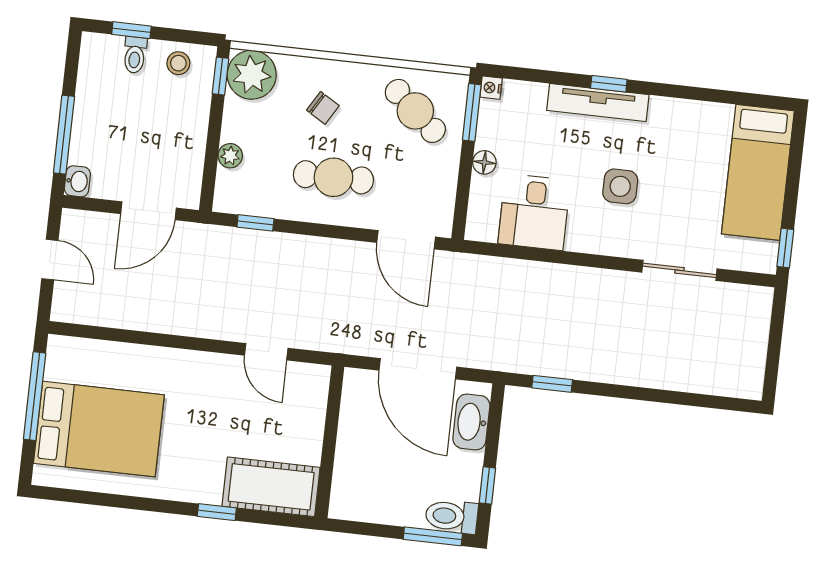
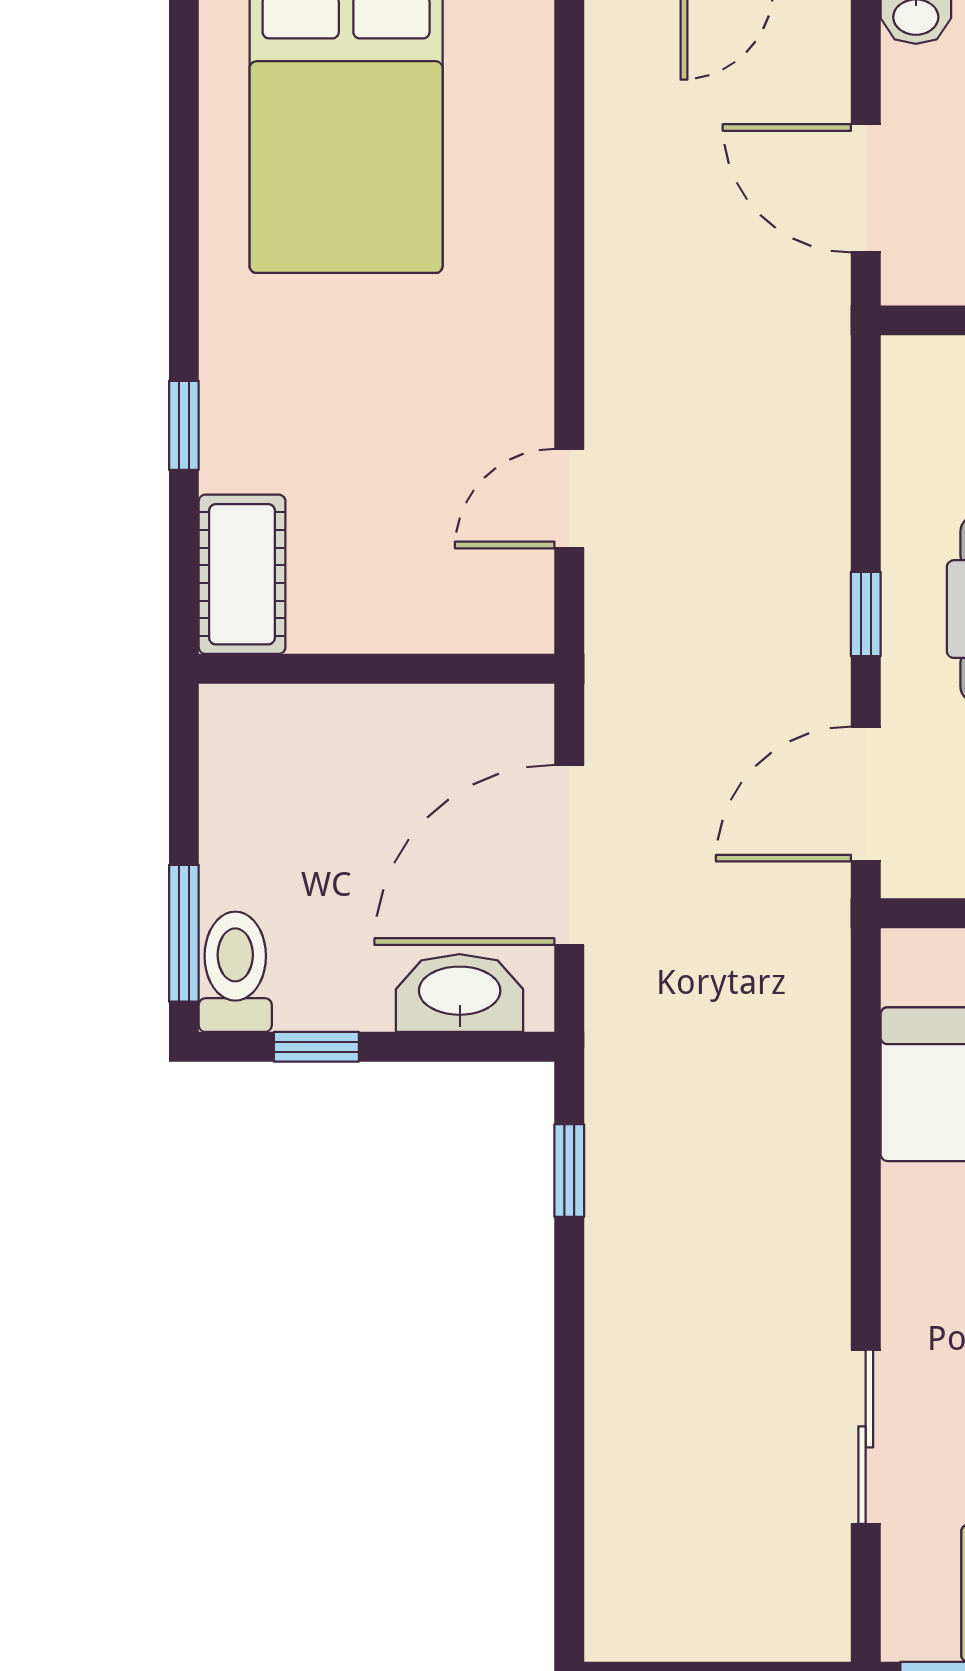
window: (255, 223) -> (866, 614), moved
cot: (271, 487) -> (242, 574), width x0.73, depth x0.75

